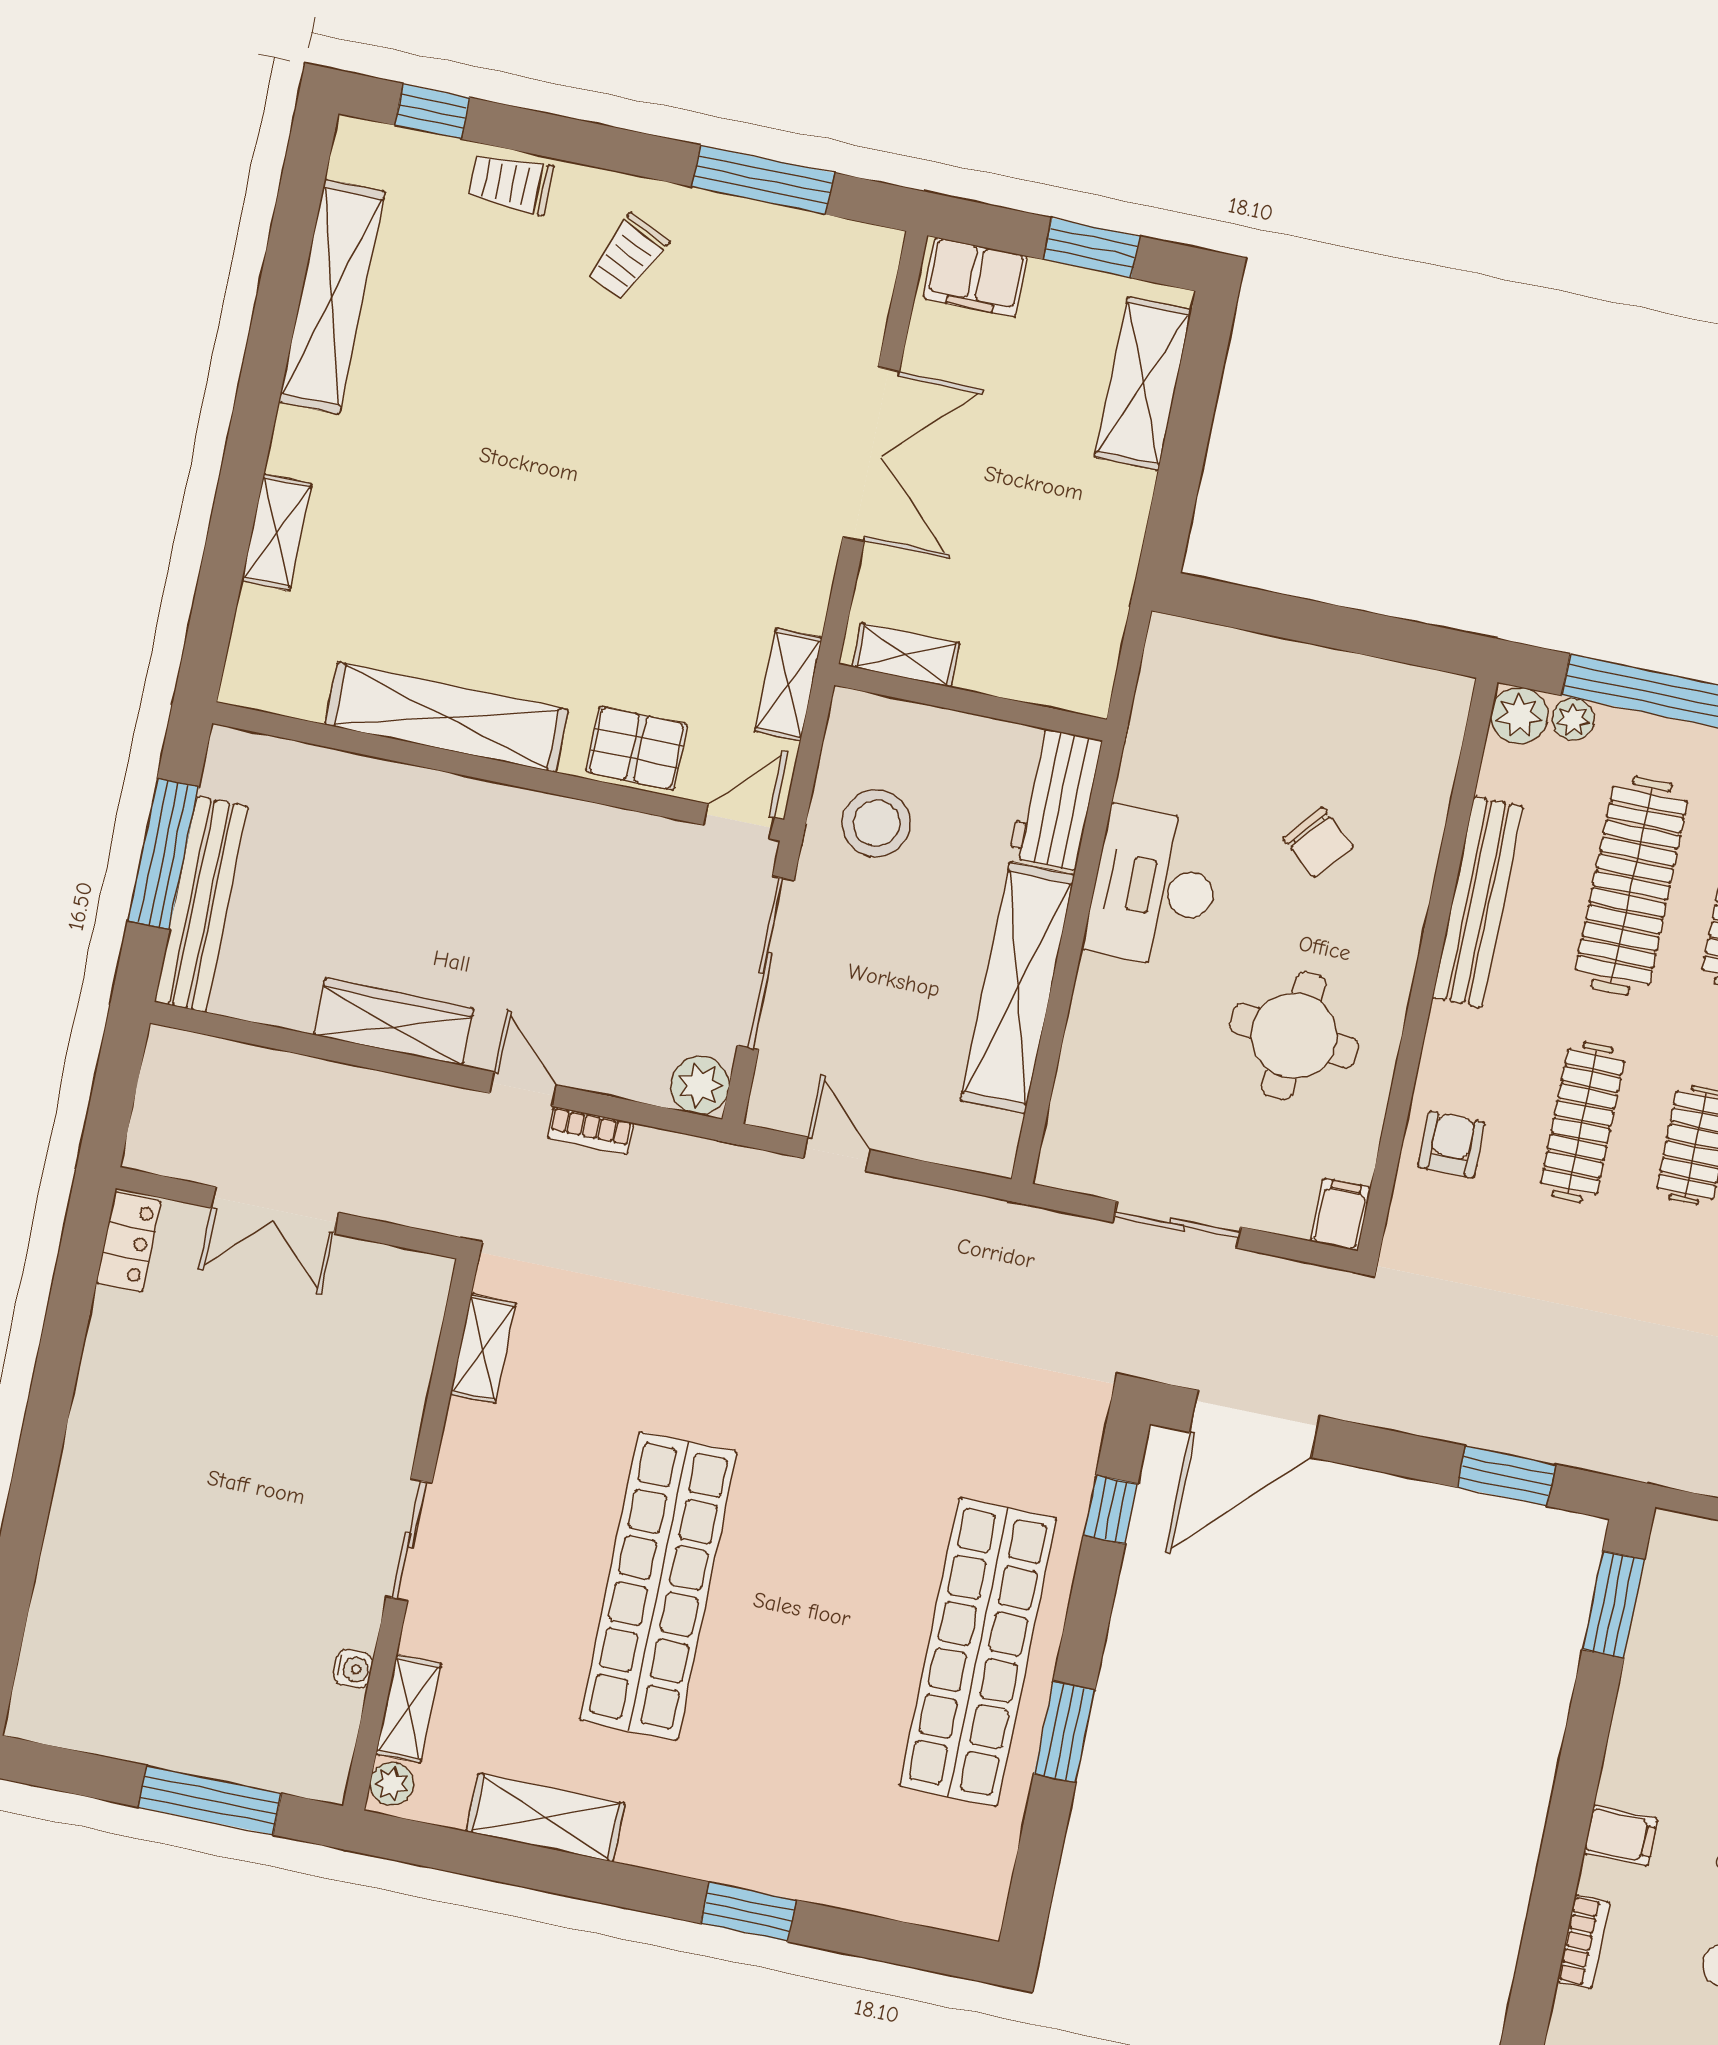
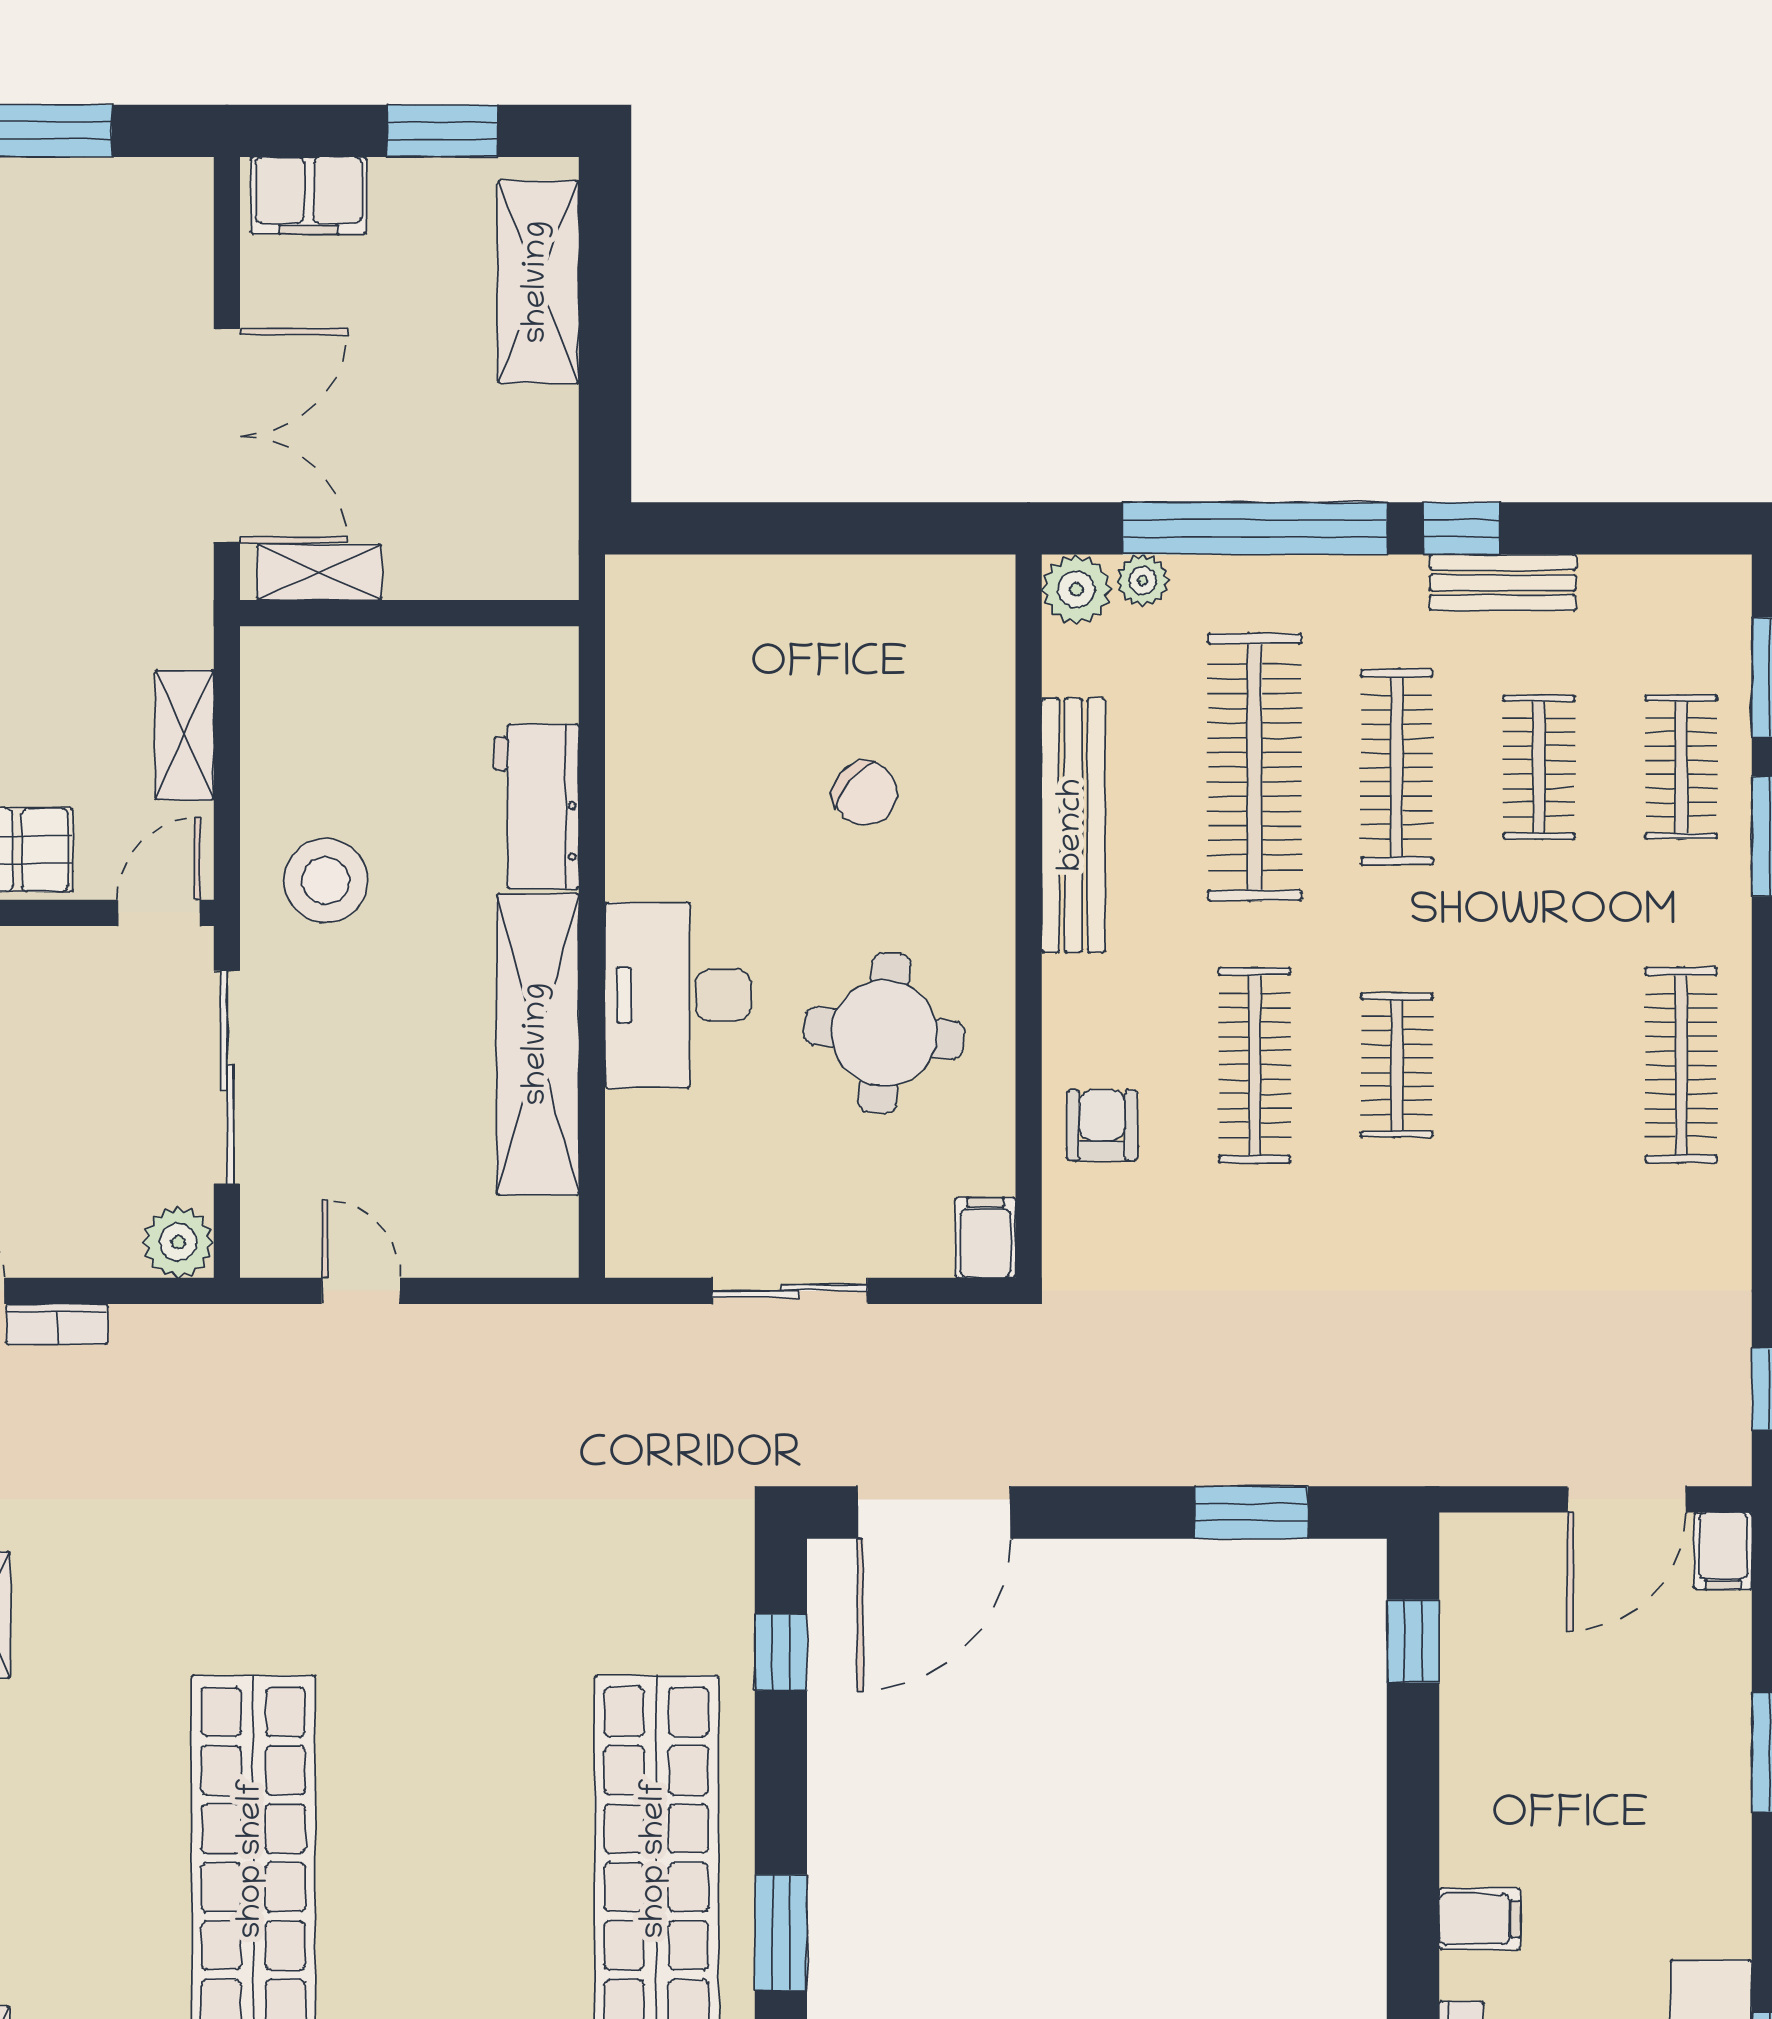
shelving: (906, 655) -> (319, 572), moved
wall: (971, 702) -> (409, 613), moved
desk: (1154, 888) -> (678, 995), moved
window: (1613, 1605) -> (1413, 1641), width x0.67

